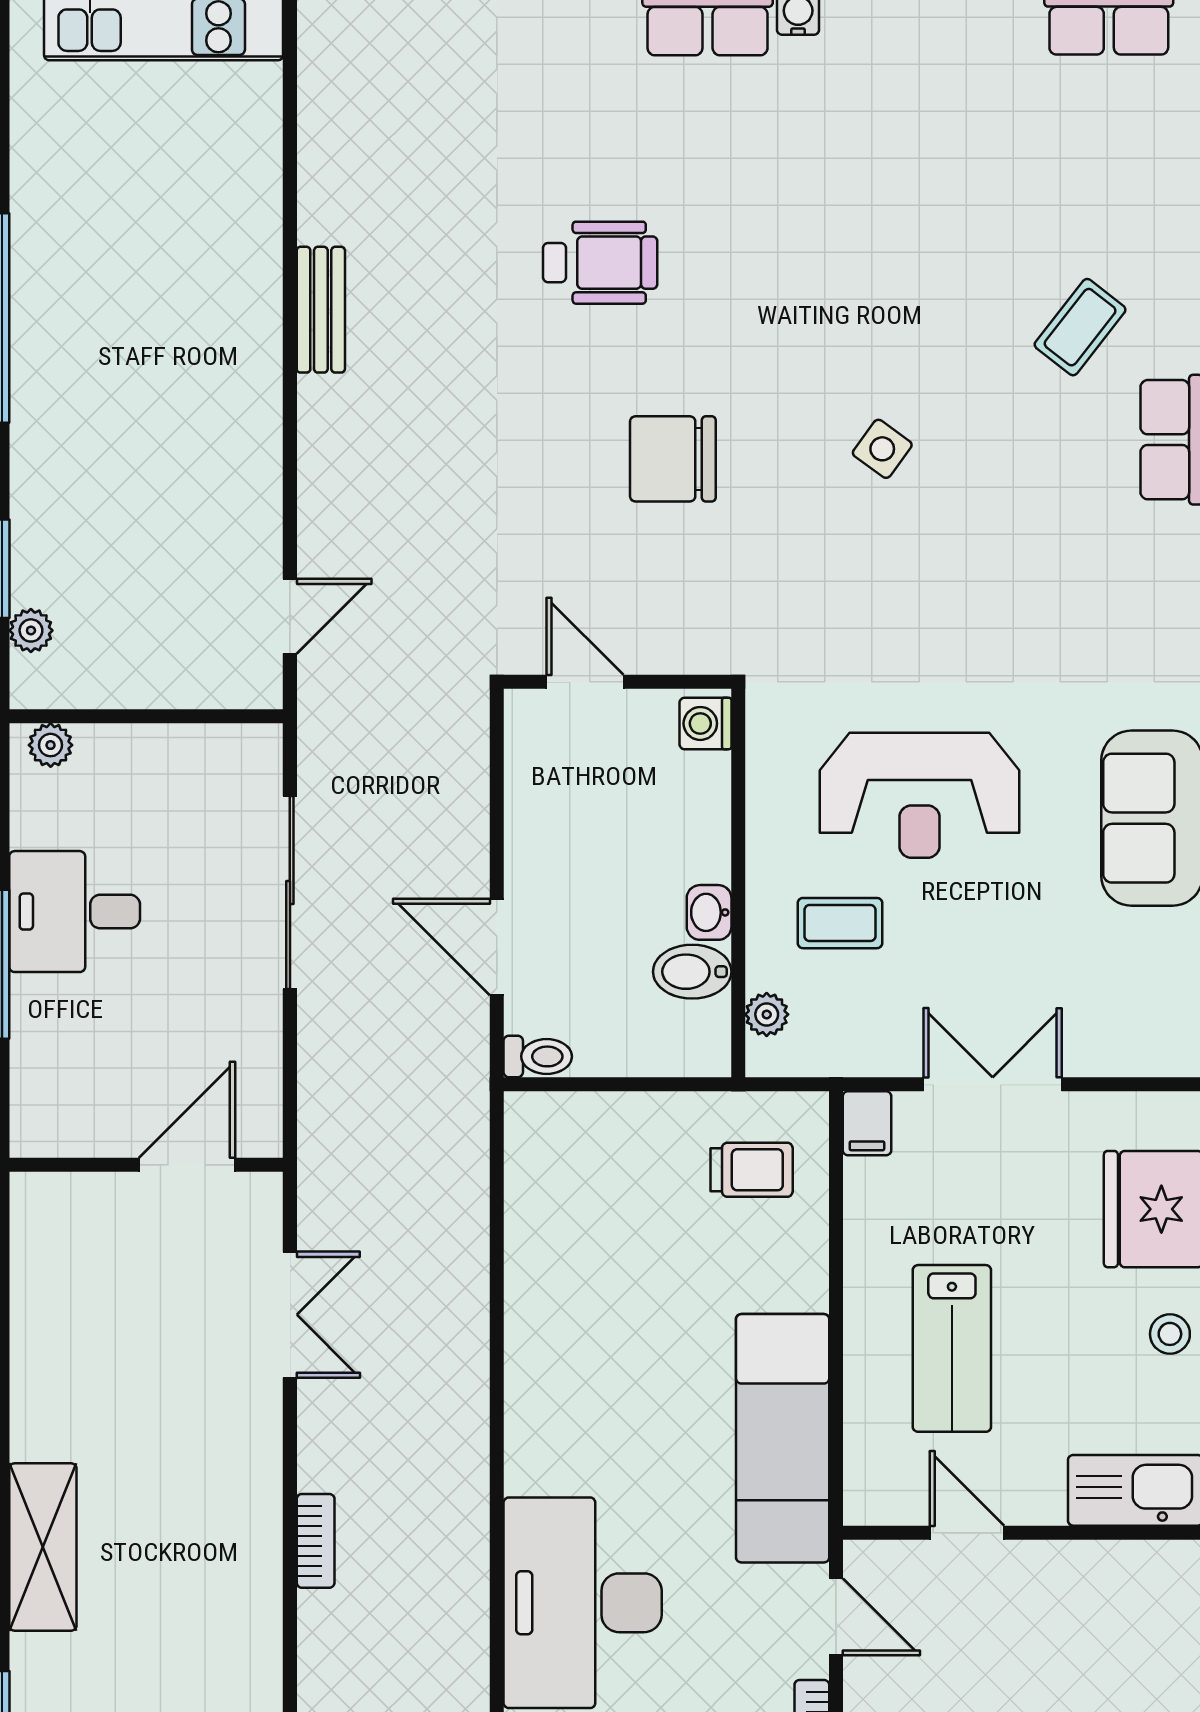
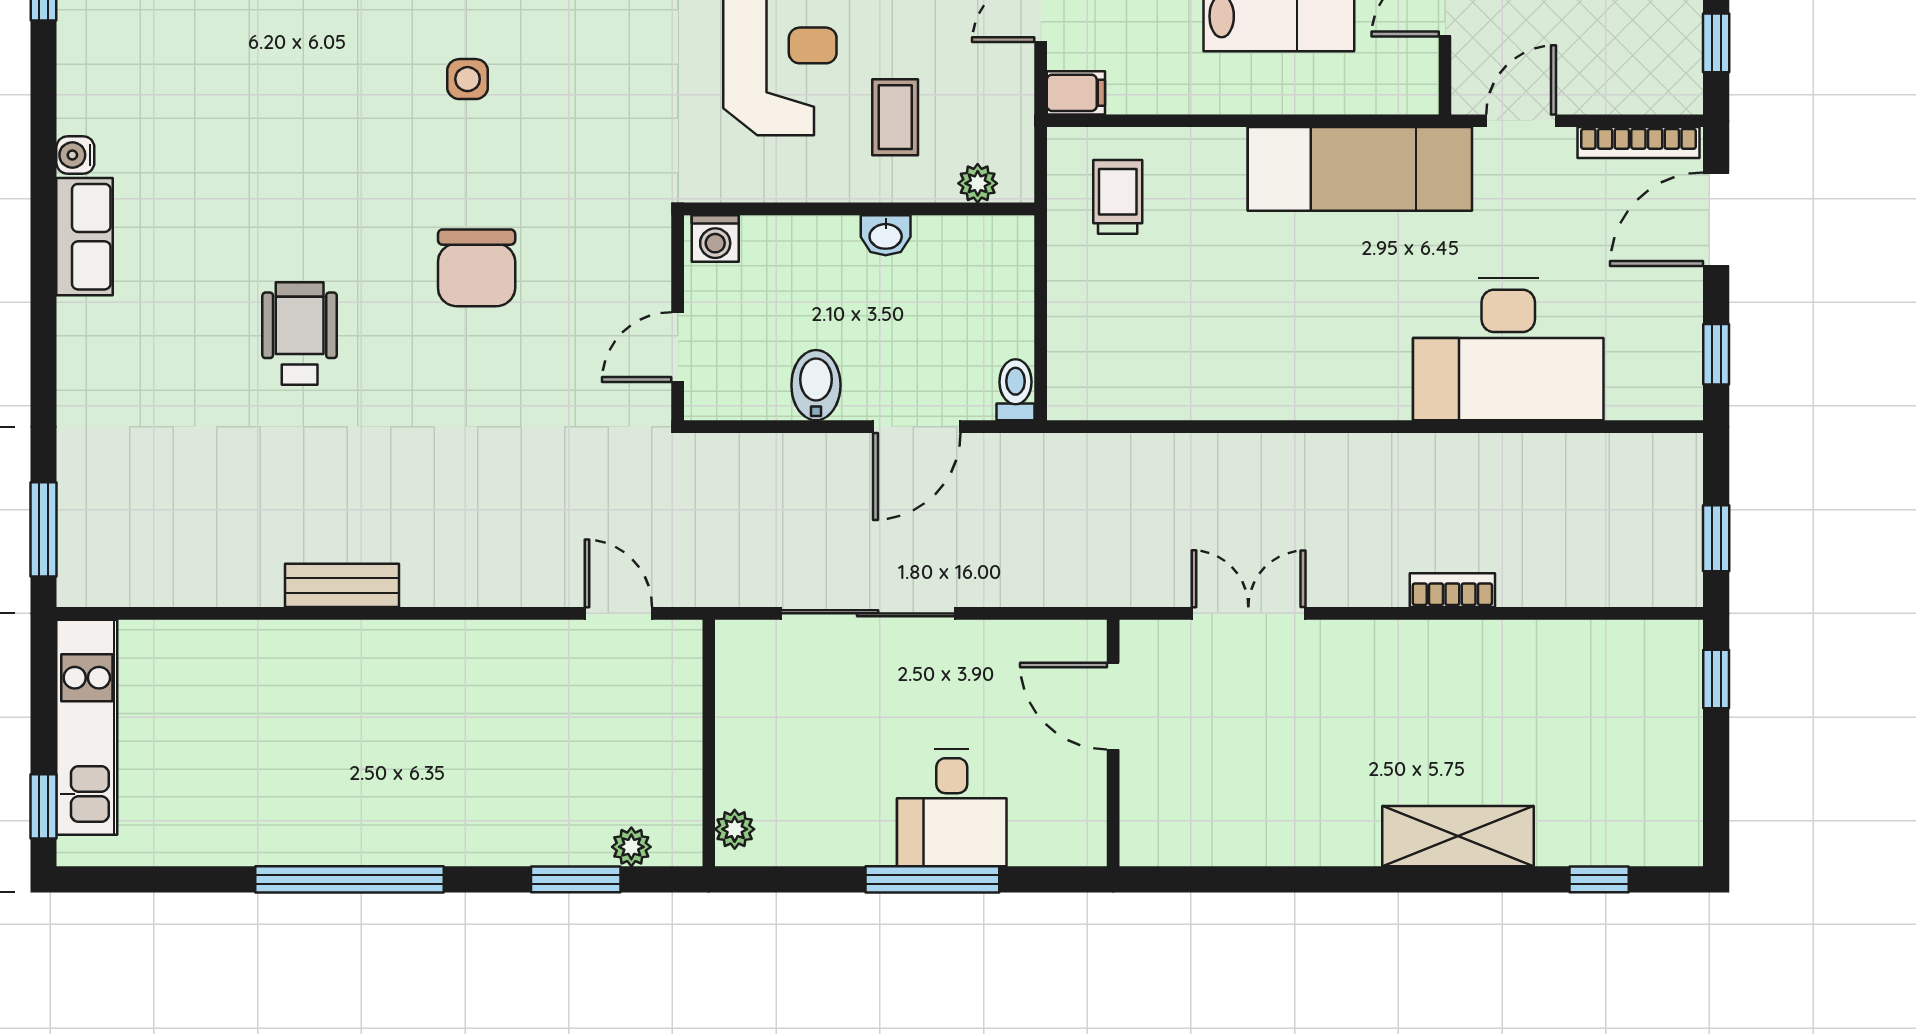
side table: (882, 449) -> (468, 79), turned -36
desk: (75, 912) -> (952, 807), moved
bidet: (692, 972) -> (816, 385), moved, turned 180

